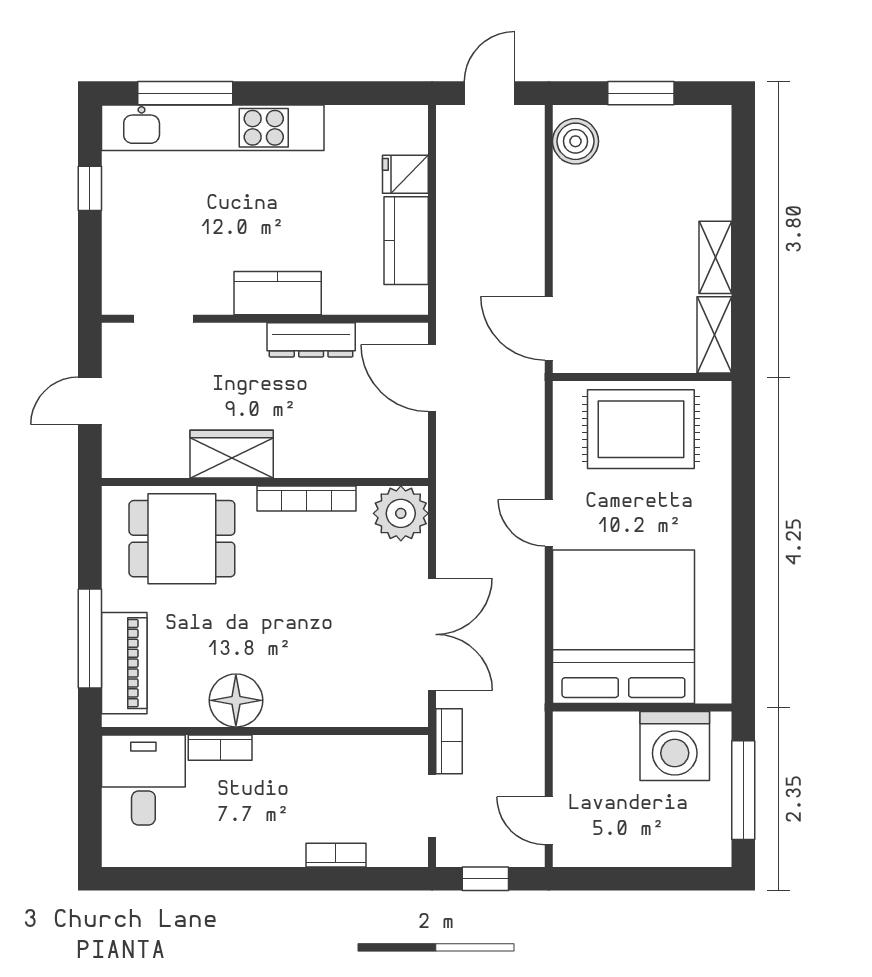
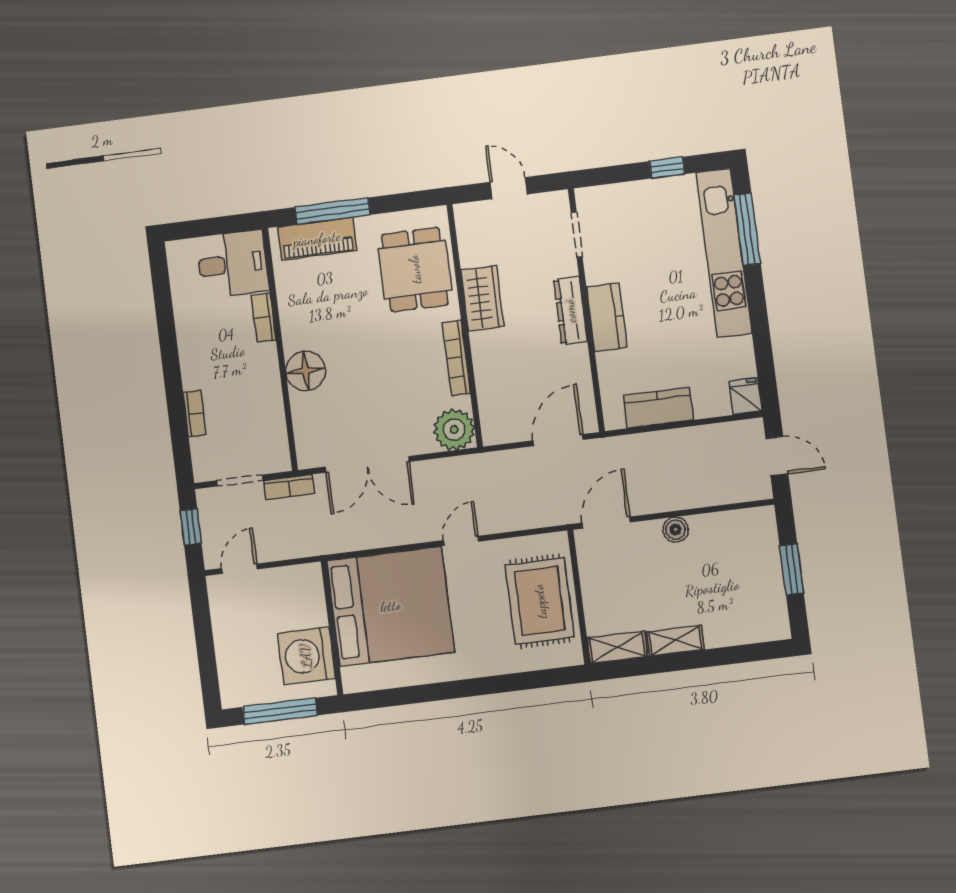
boiler: (575, 141) -> (676, 530), moved, width x0.73, depth x0.73
fridge: (405, 174) -> (746, 396), moved
dresser: (311, 340) -> (570, 311), moved
floor lamp: (236, 700) -> (306, 371), moved

